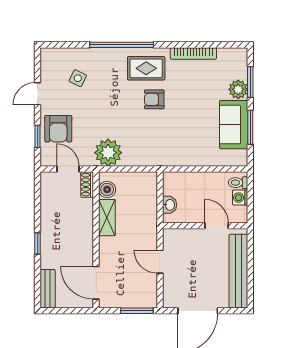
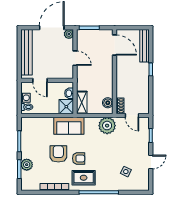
sofa: (234, 125) -> (69, 126), moved, turned 90
armchair: (58, 129) -> (58, 154), moved
shower: (174, 183) -> (66, 107), added
shelving: (107, 218) -> (82, 103), moved
bench: (48, 289) -> (145, 46), width x1.36
plant: (170, 301) -> (69, 34), added

